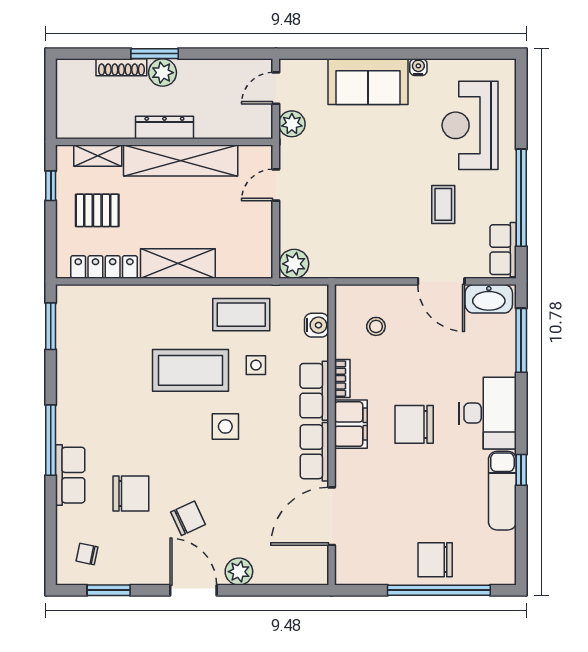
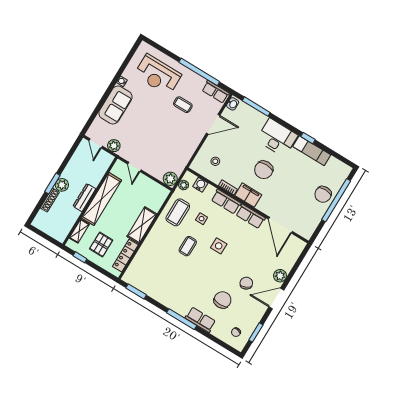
plant: (297, 295) -> (184, 185), added
washbasin: (489, 299) -> (233, 104), width x0.52, depth x0.69
coffee table: (191, 370) -> (188, 246), width x0.54, depth x0.58

